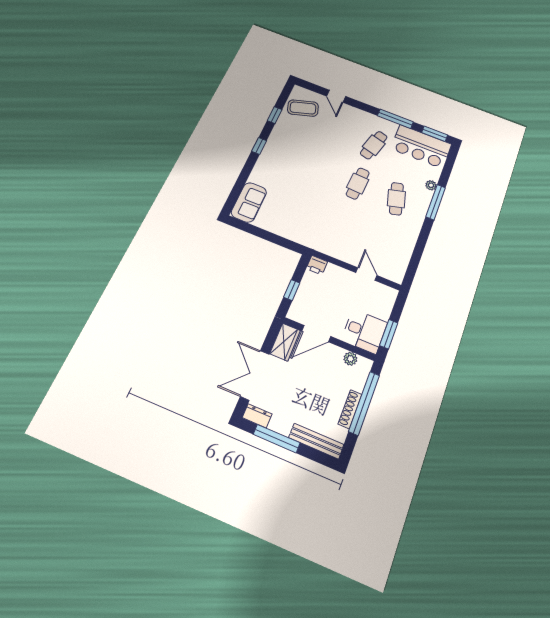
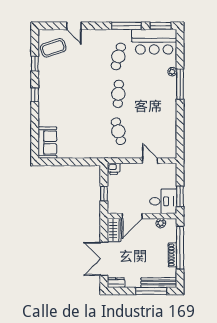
cafe table: (396, 199) -> (118, 131), moved
window: (277, 439) -> (151, 291), moved

